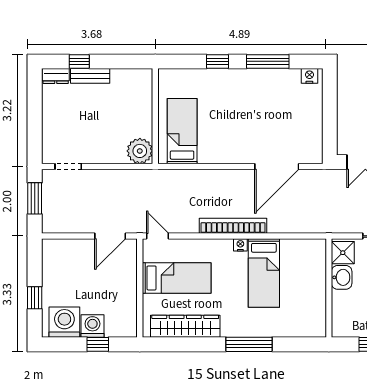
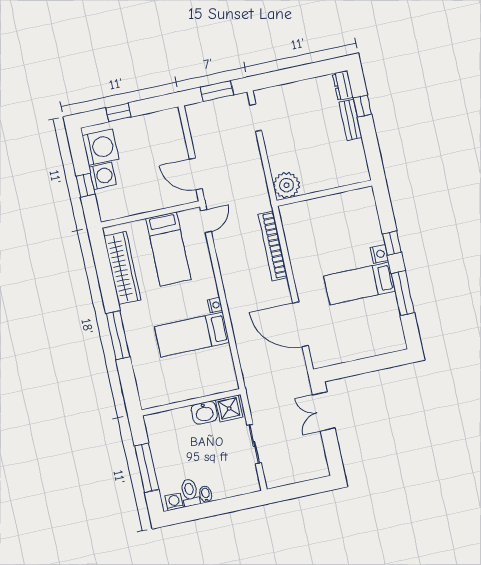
nightstand: (309, 76) -> (379, 254), moved
bed: (182, 131) -> (359, 283), moved, turned 180
bookcase: (233, 226) -> (273, 246), moved, turned 180

